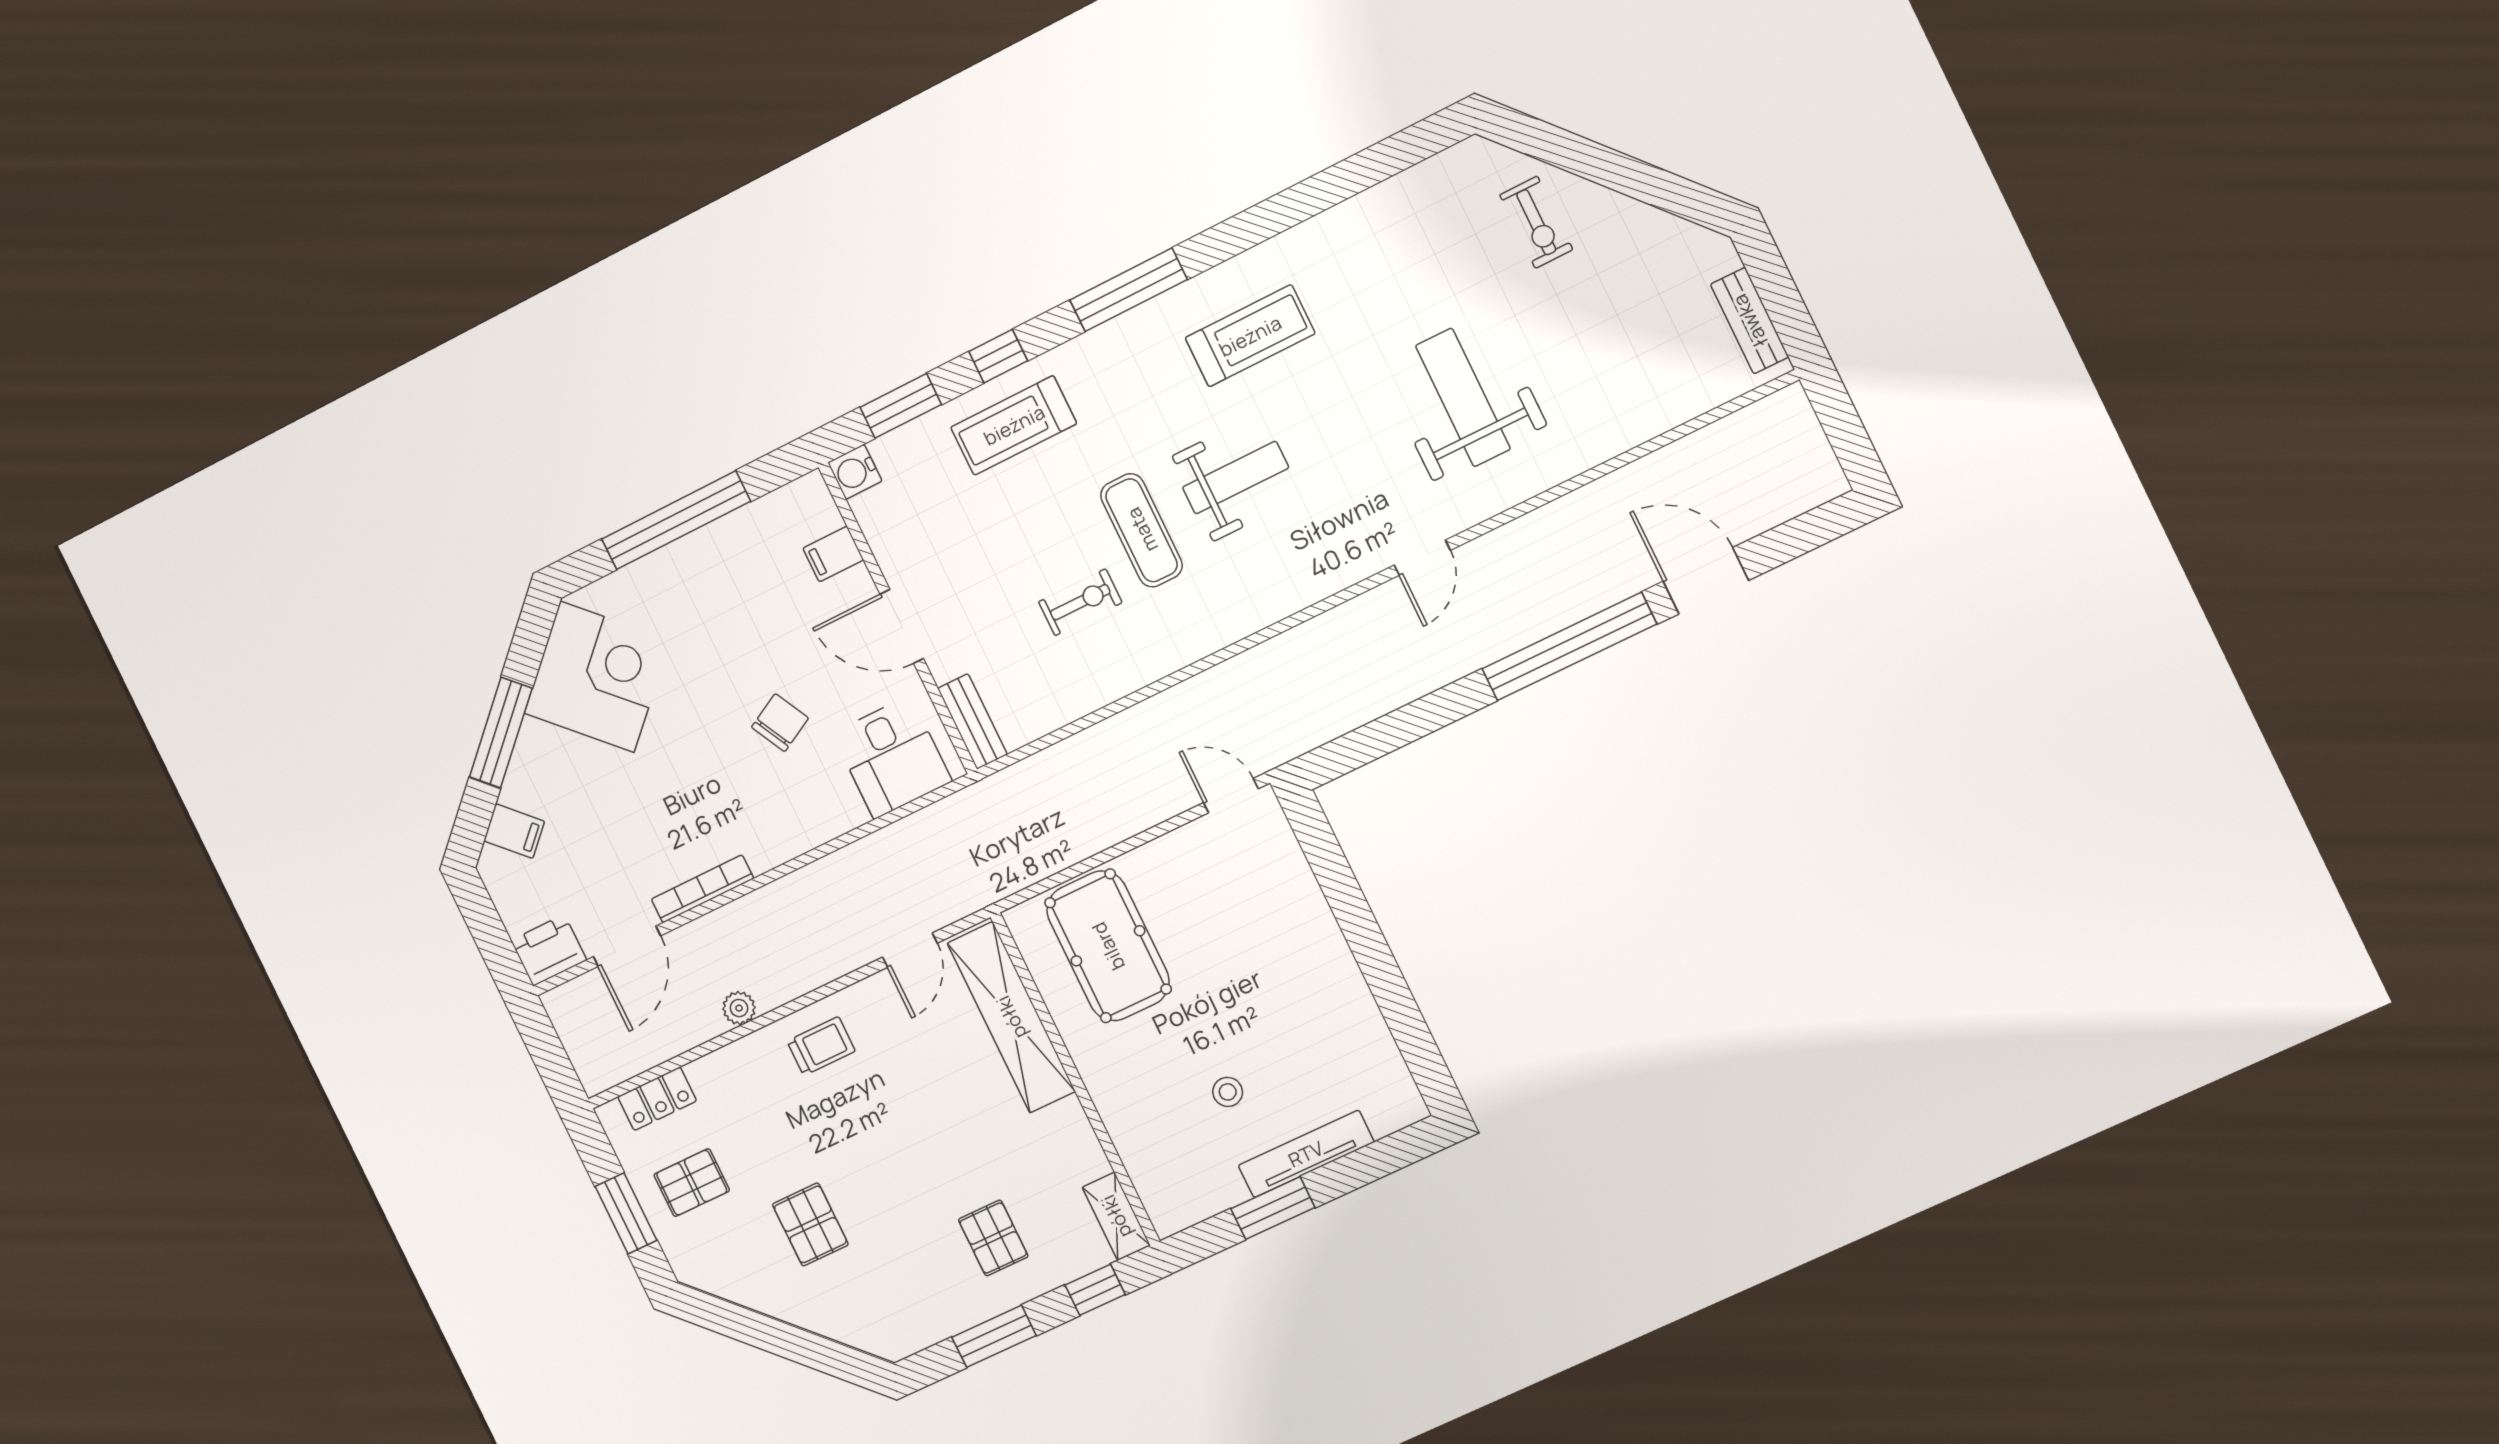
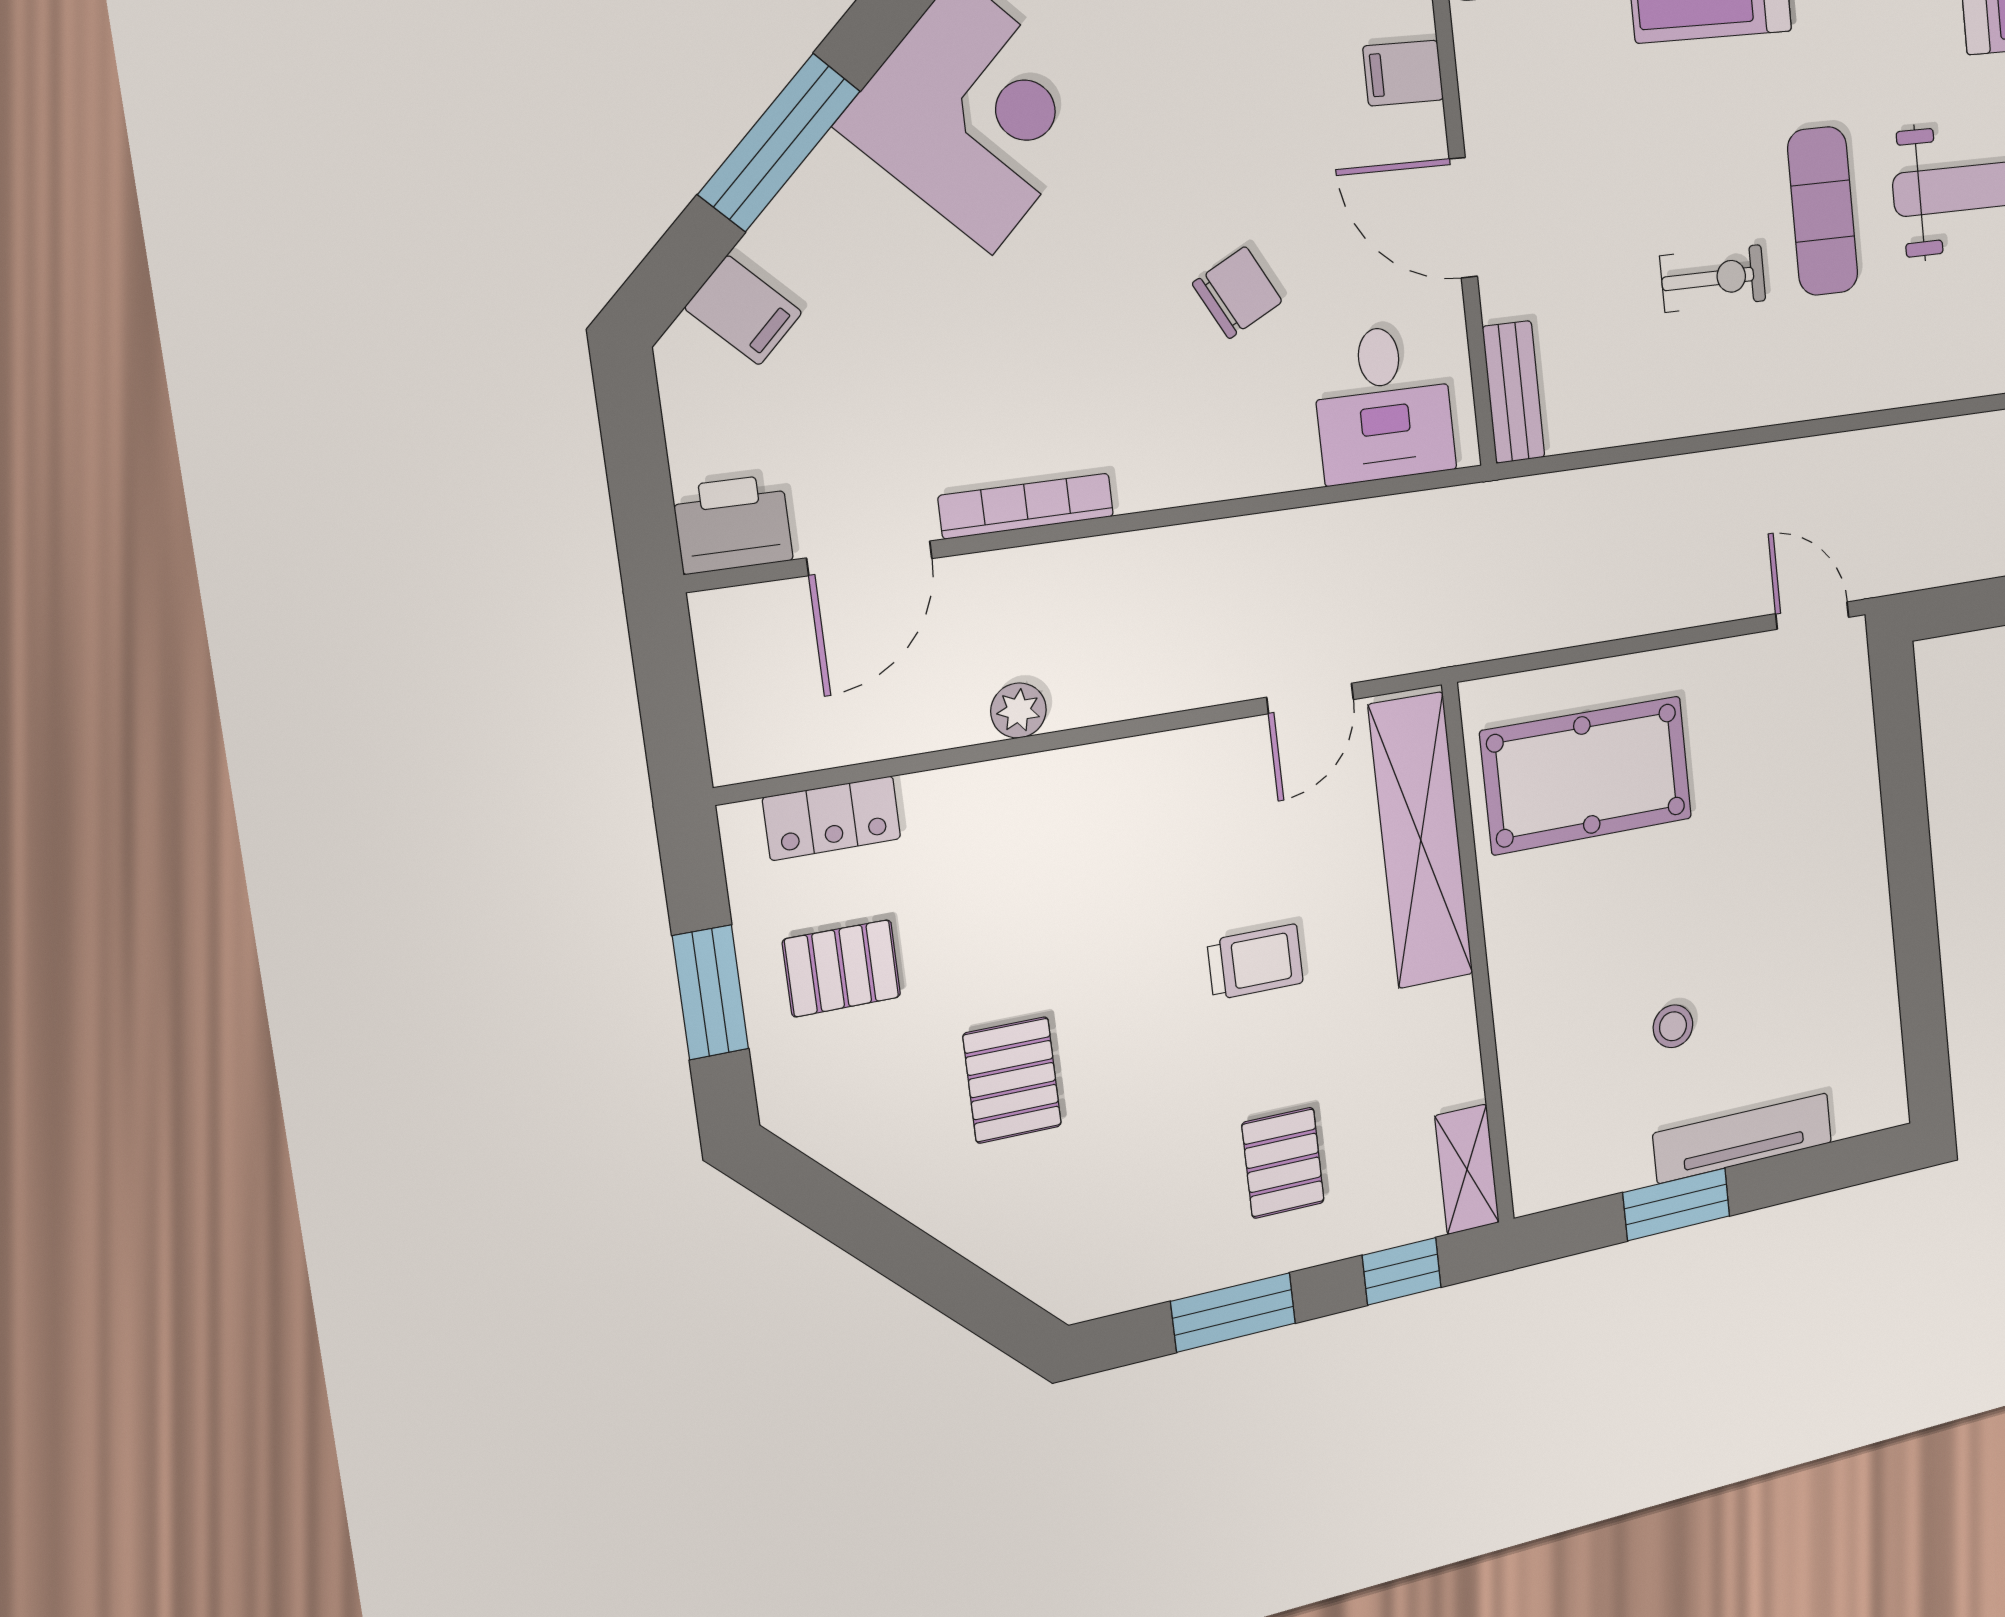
pool table: (1108, 946) -> (1587, 775), turned 90
trolley: (821, 1046) -> (1255, 962), moved

